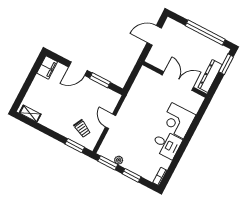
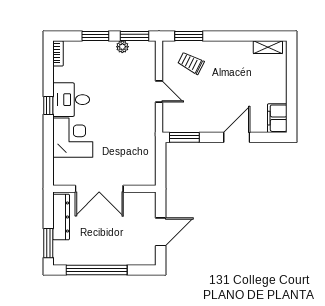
window: (100, 80) -> (184, 137), moved
window: (182, 148) -> (48, 105), added

